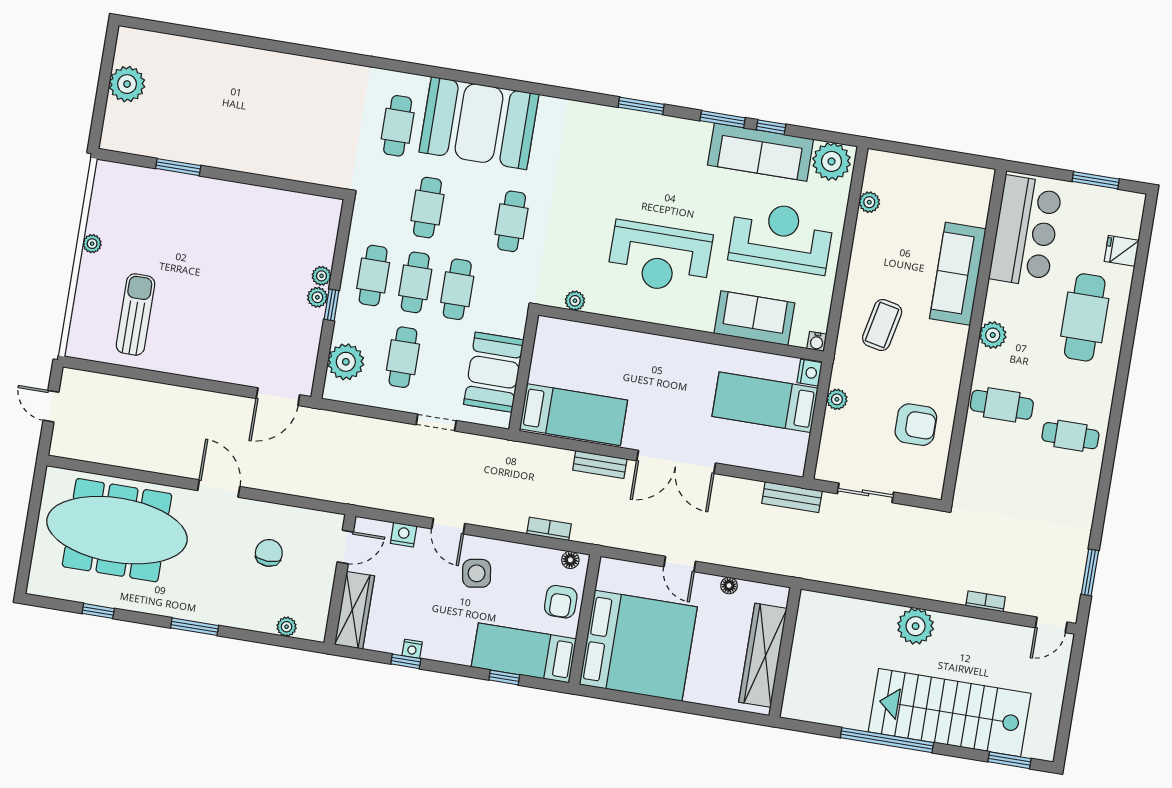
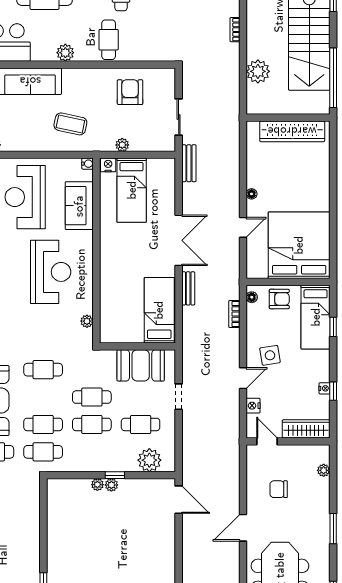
cafe table: (373, 275) -> (43, 452), moved
wall: (785, 652) -> (288, 118), moved
wardrobe: (763, 655) -> (292, 131), moved

